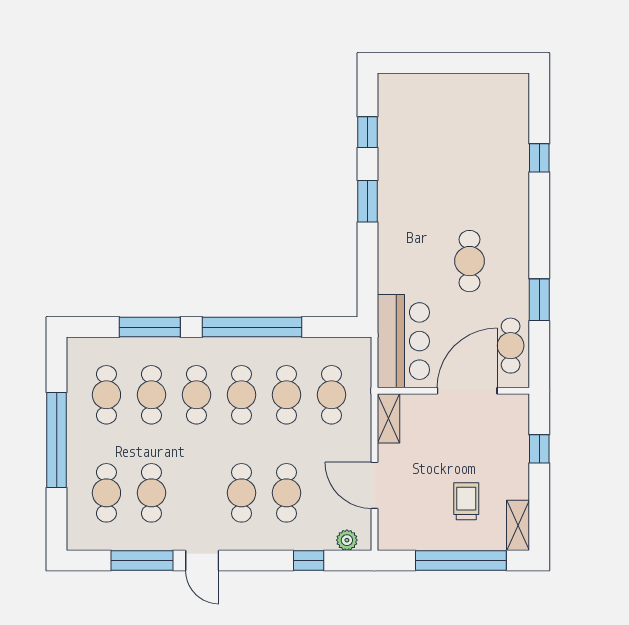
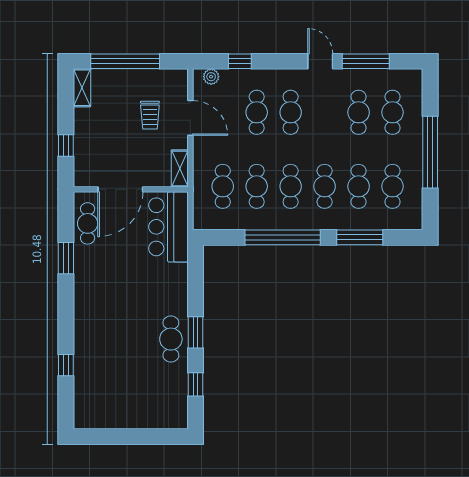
cafe table: (469, 261) -> (171, 339), moved
trolley: (466, 501) -> (150, 115), moved

